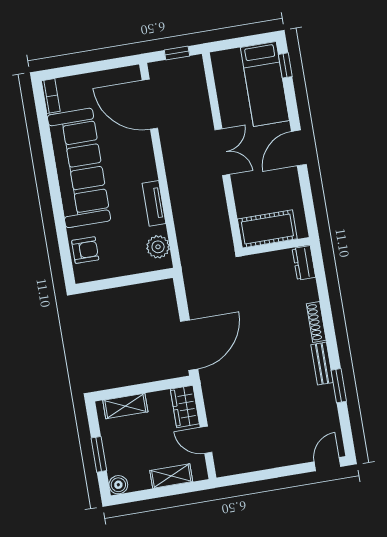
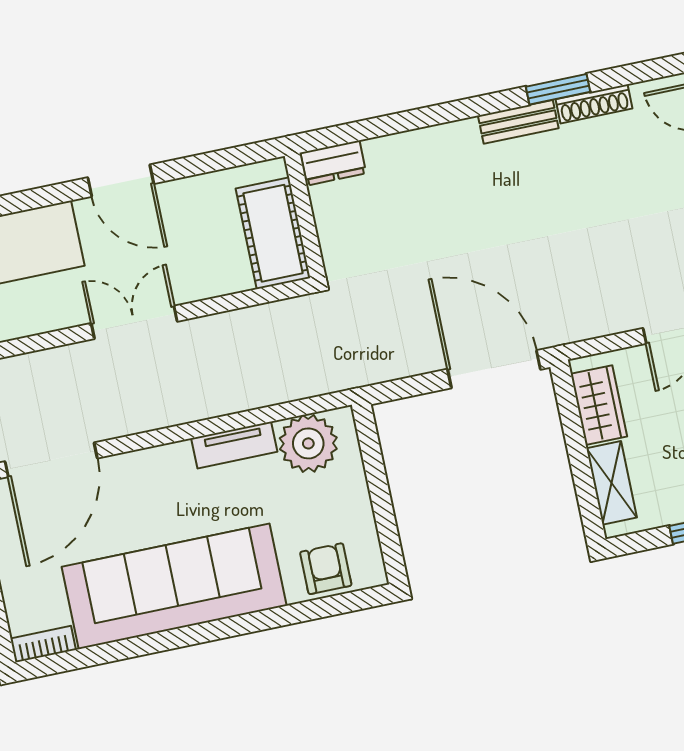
plant: (158, 247) -> (308, 443), width x1.36, depth x1.36
shoe rack: (316, 322) -> (594, 104), moved
wardrobe: (185, 406) -> (599, 405), moved, turned -90

